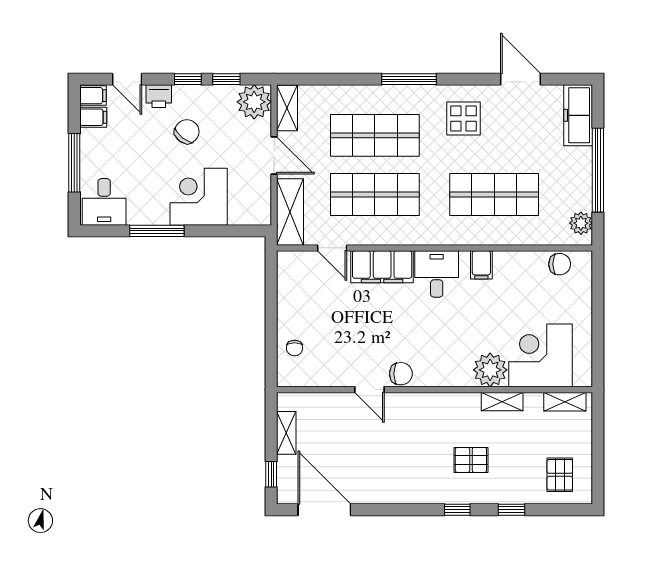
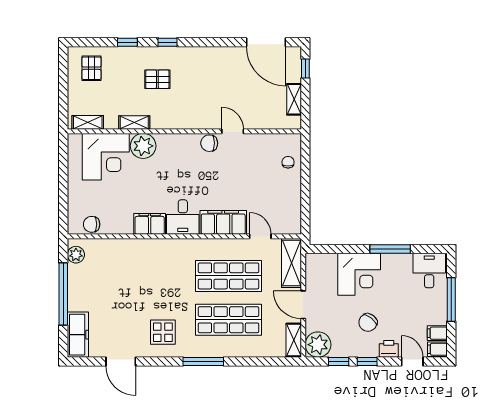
shop shelf: (494, 195) -> (140, 276), removed
filing cabinet: (481, 265) -> (150, 224), width x2.00

